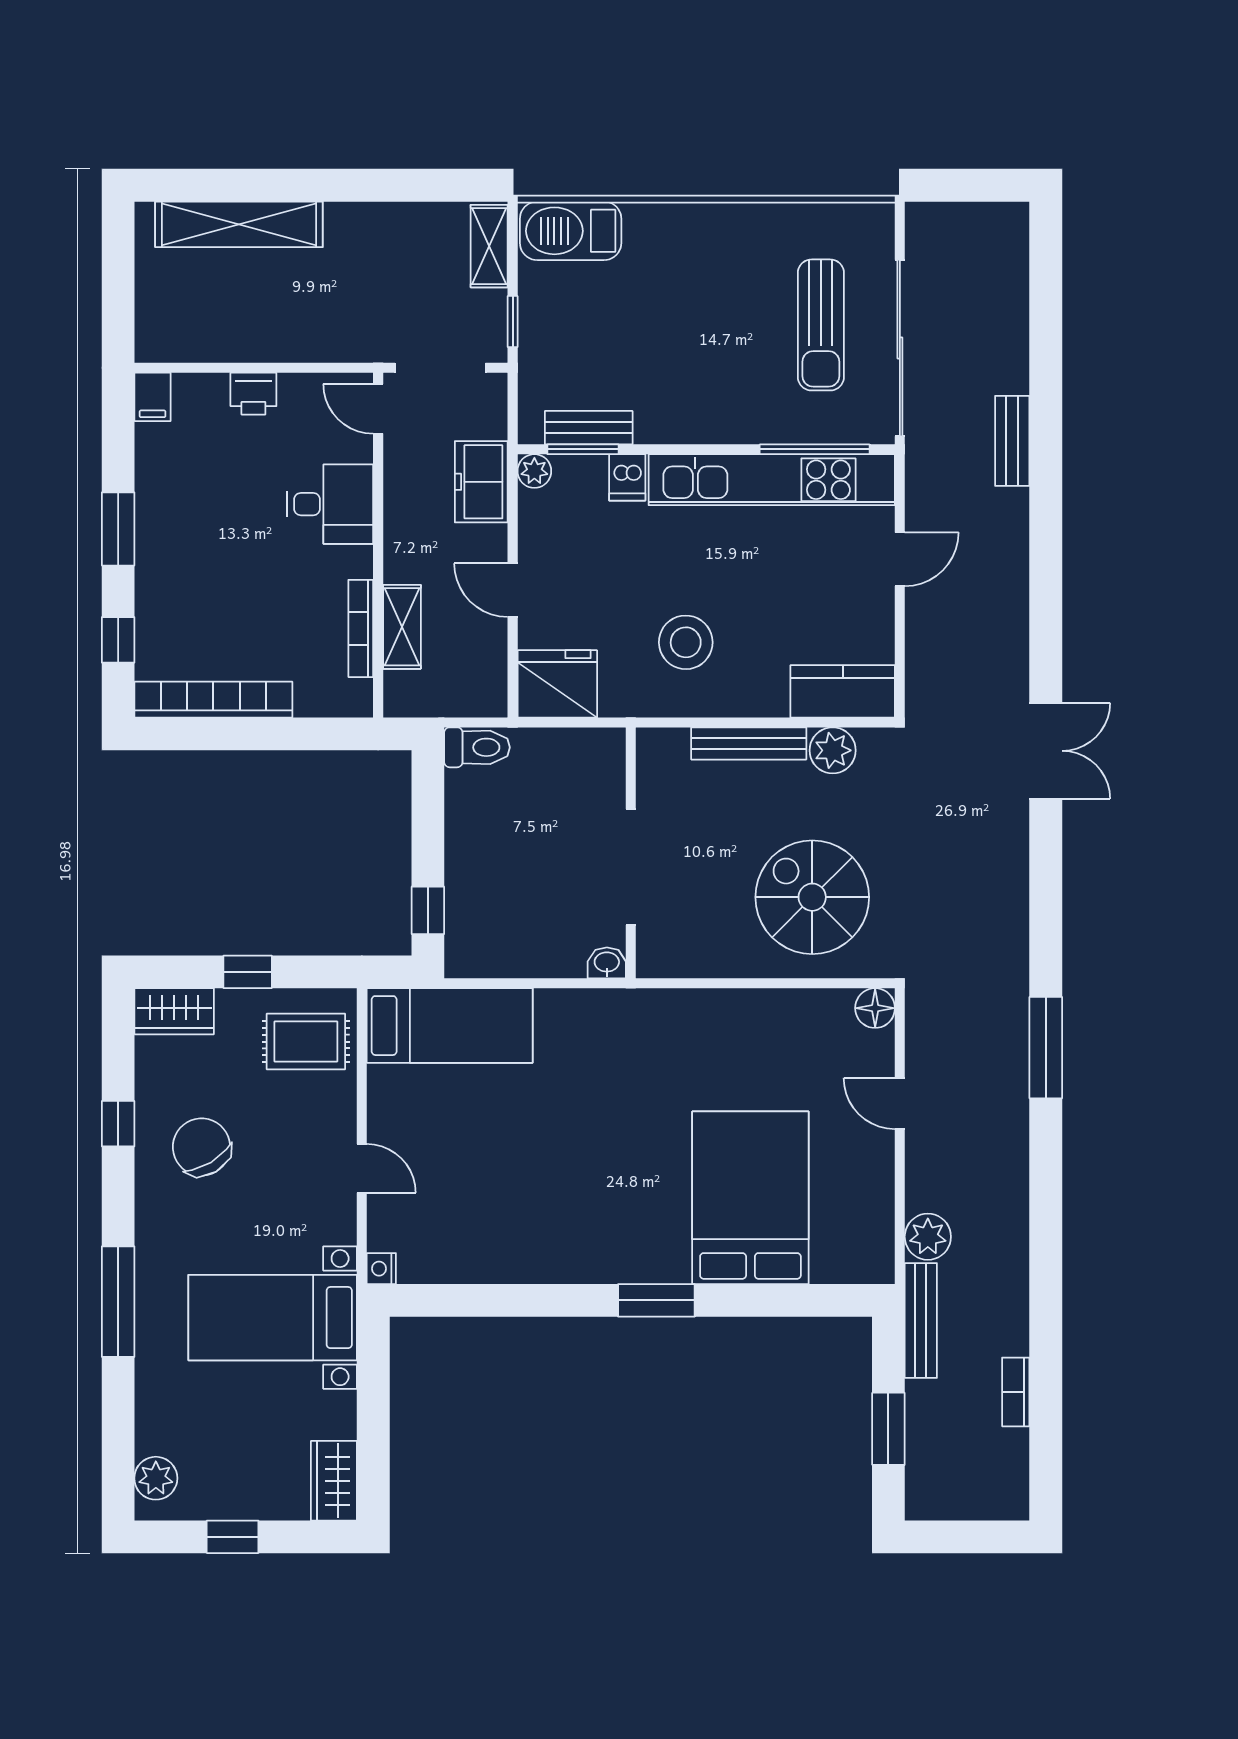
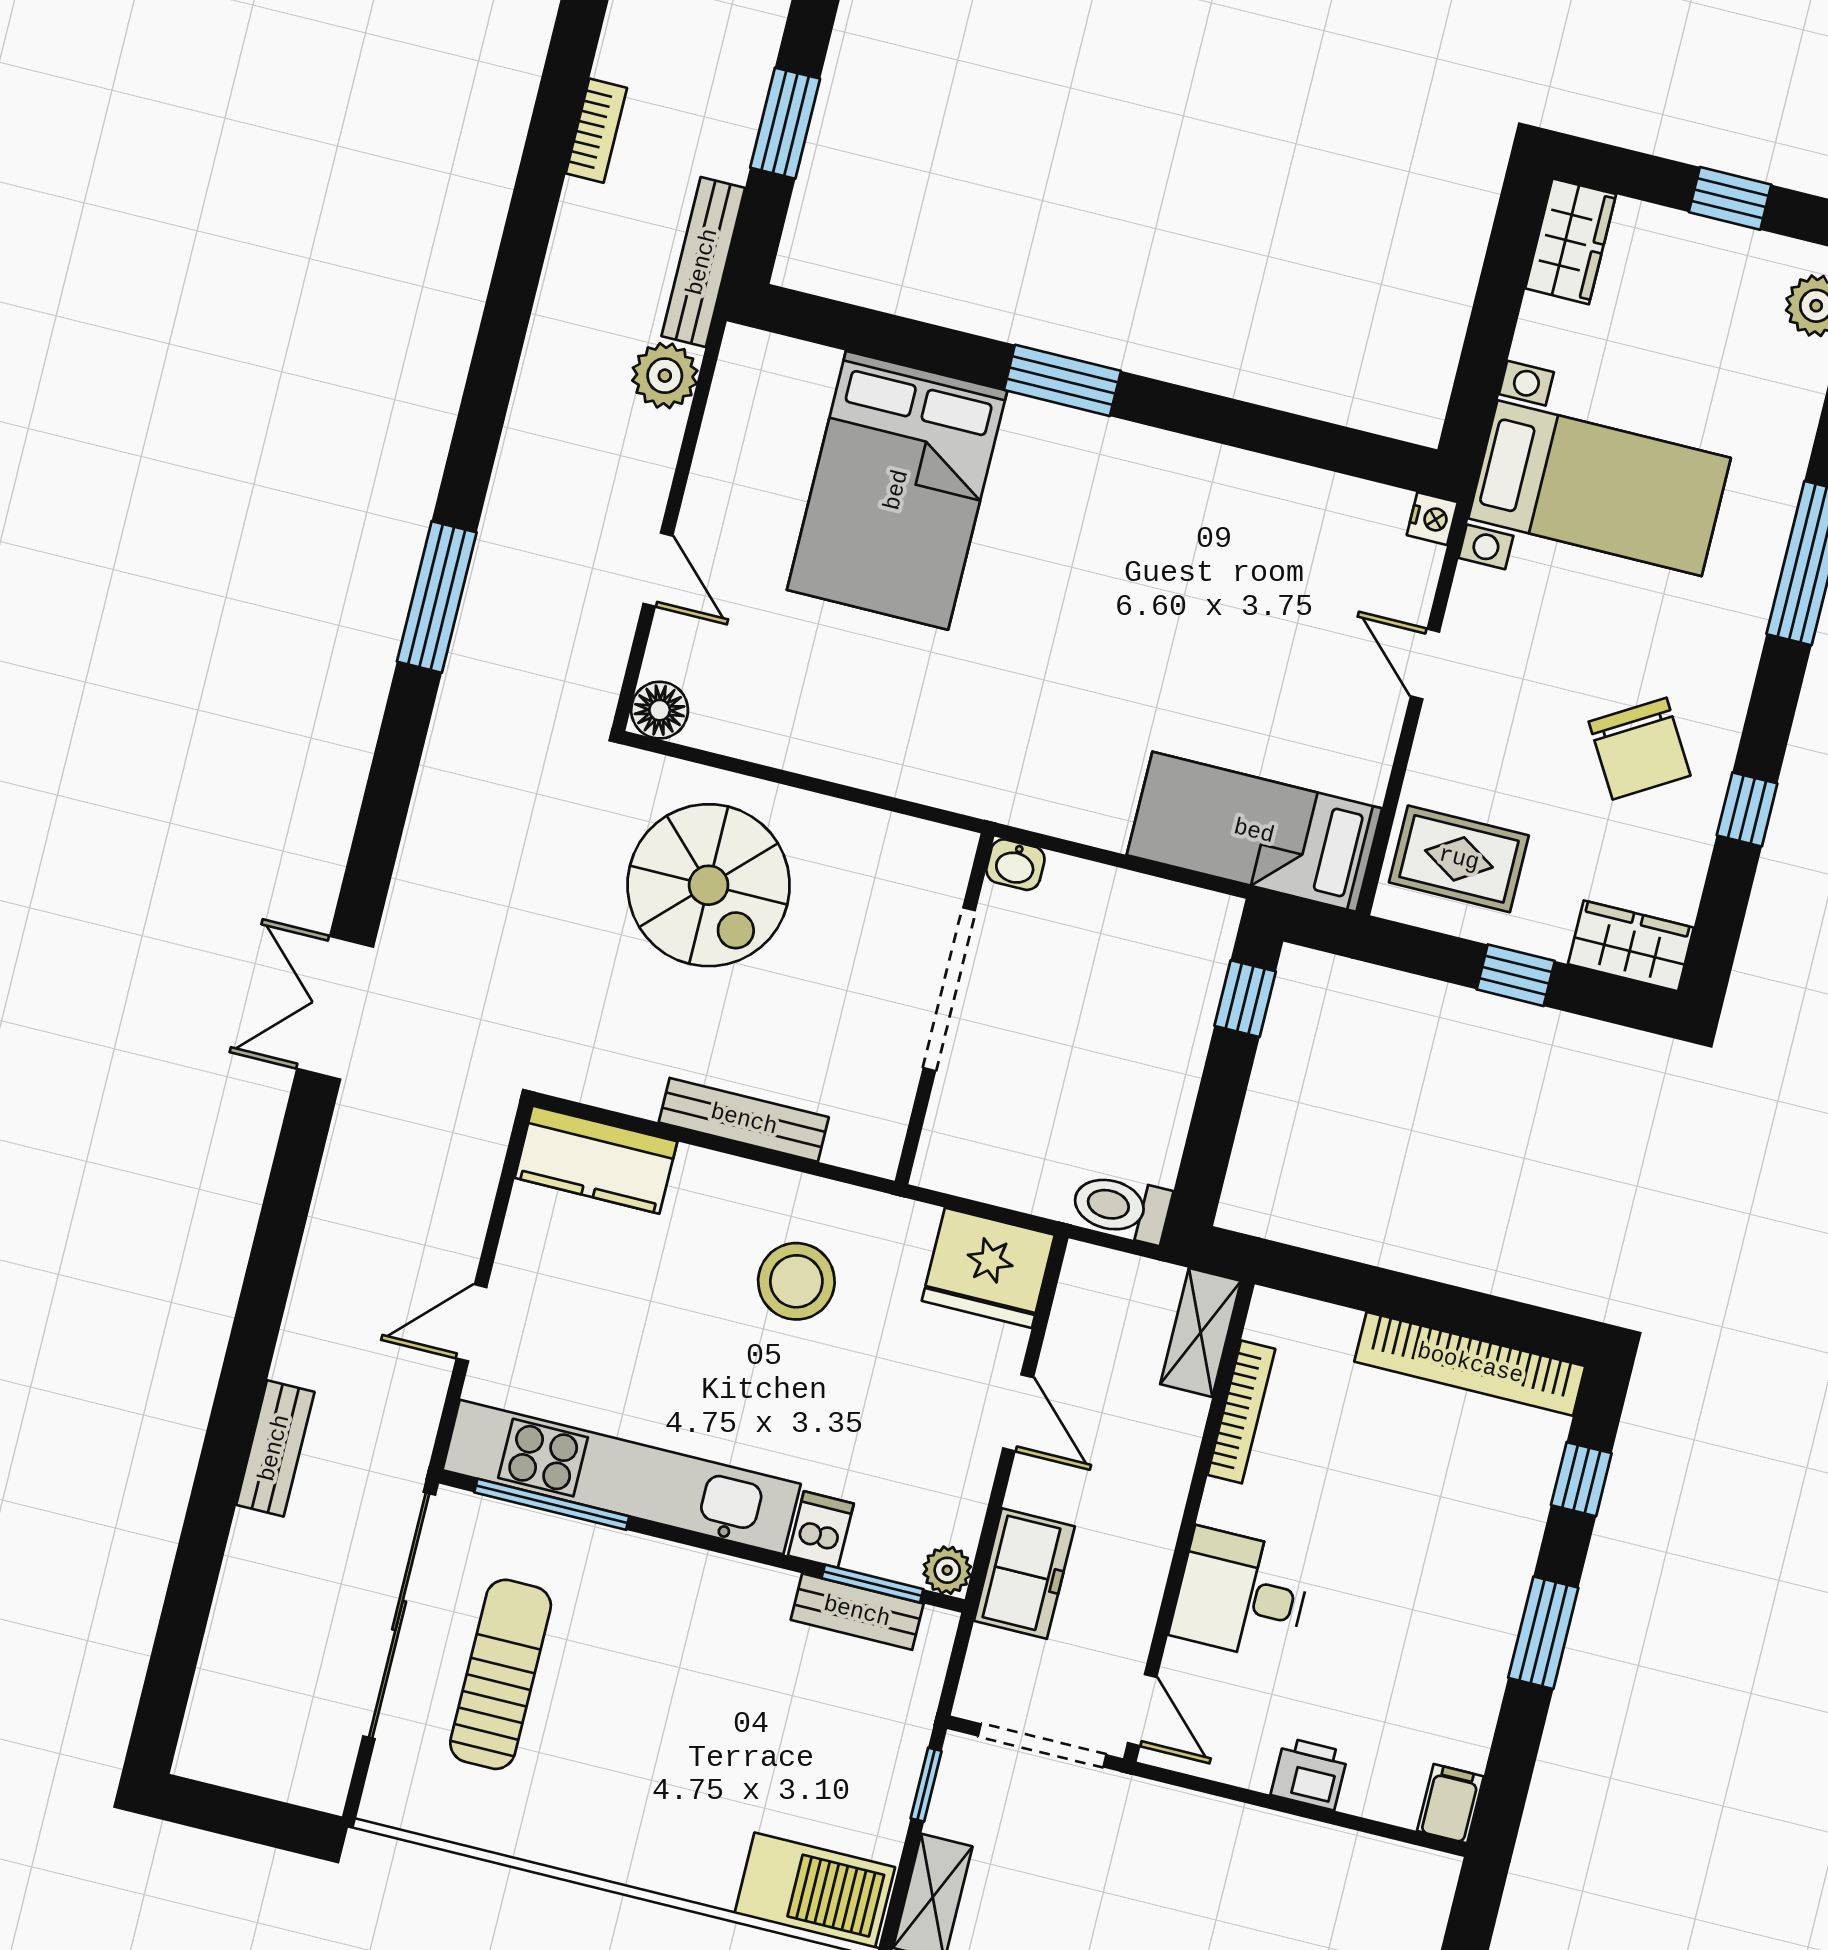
shelving: (402, 627) -> (1201, 1333), moved
plant: (833, 750) -> (630, 1081), removed

